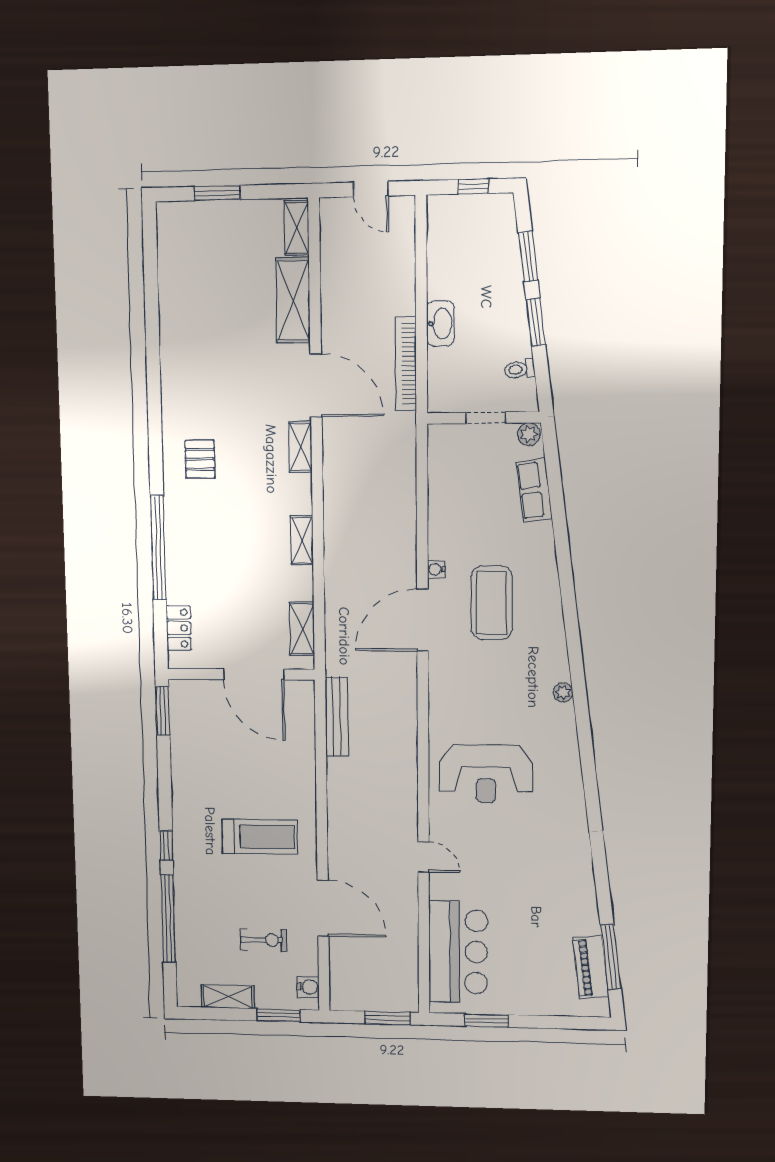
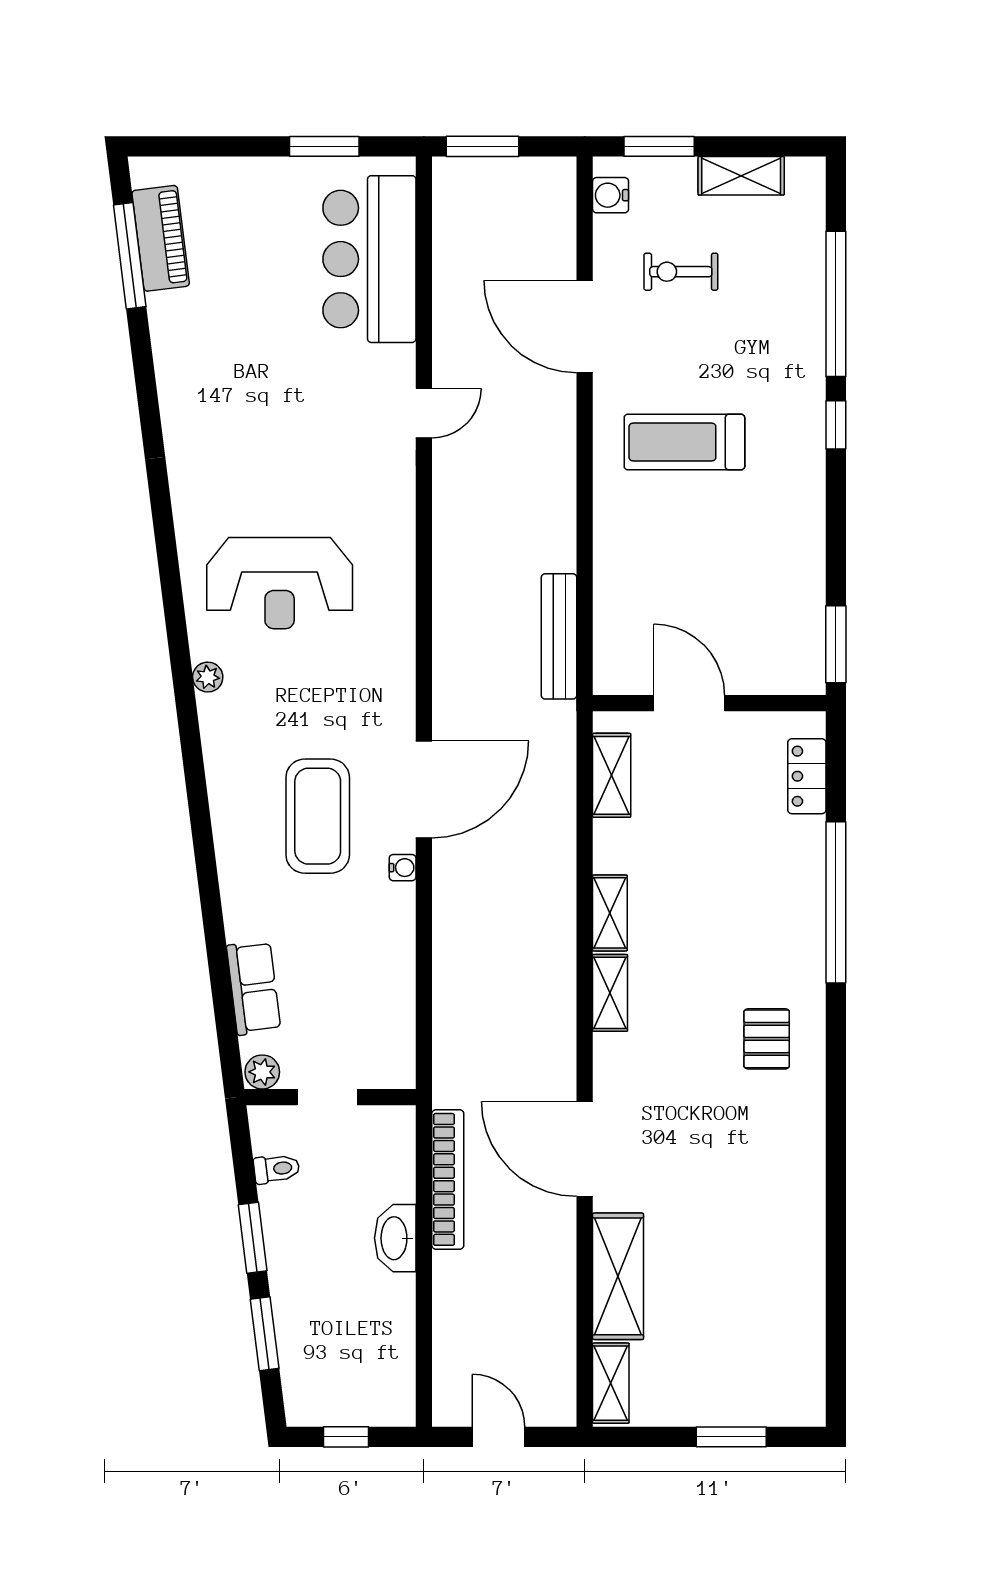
shelving: (300, 447) -> (610, 993), moved
door: (254, 674) -> (689, 703), width x0.73
reception desk: (486, 774) -> (280, 583), moved, turned 180
door: (424, 857) -> (424, 413), swing flipped

